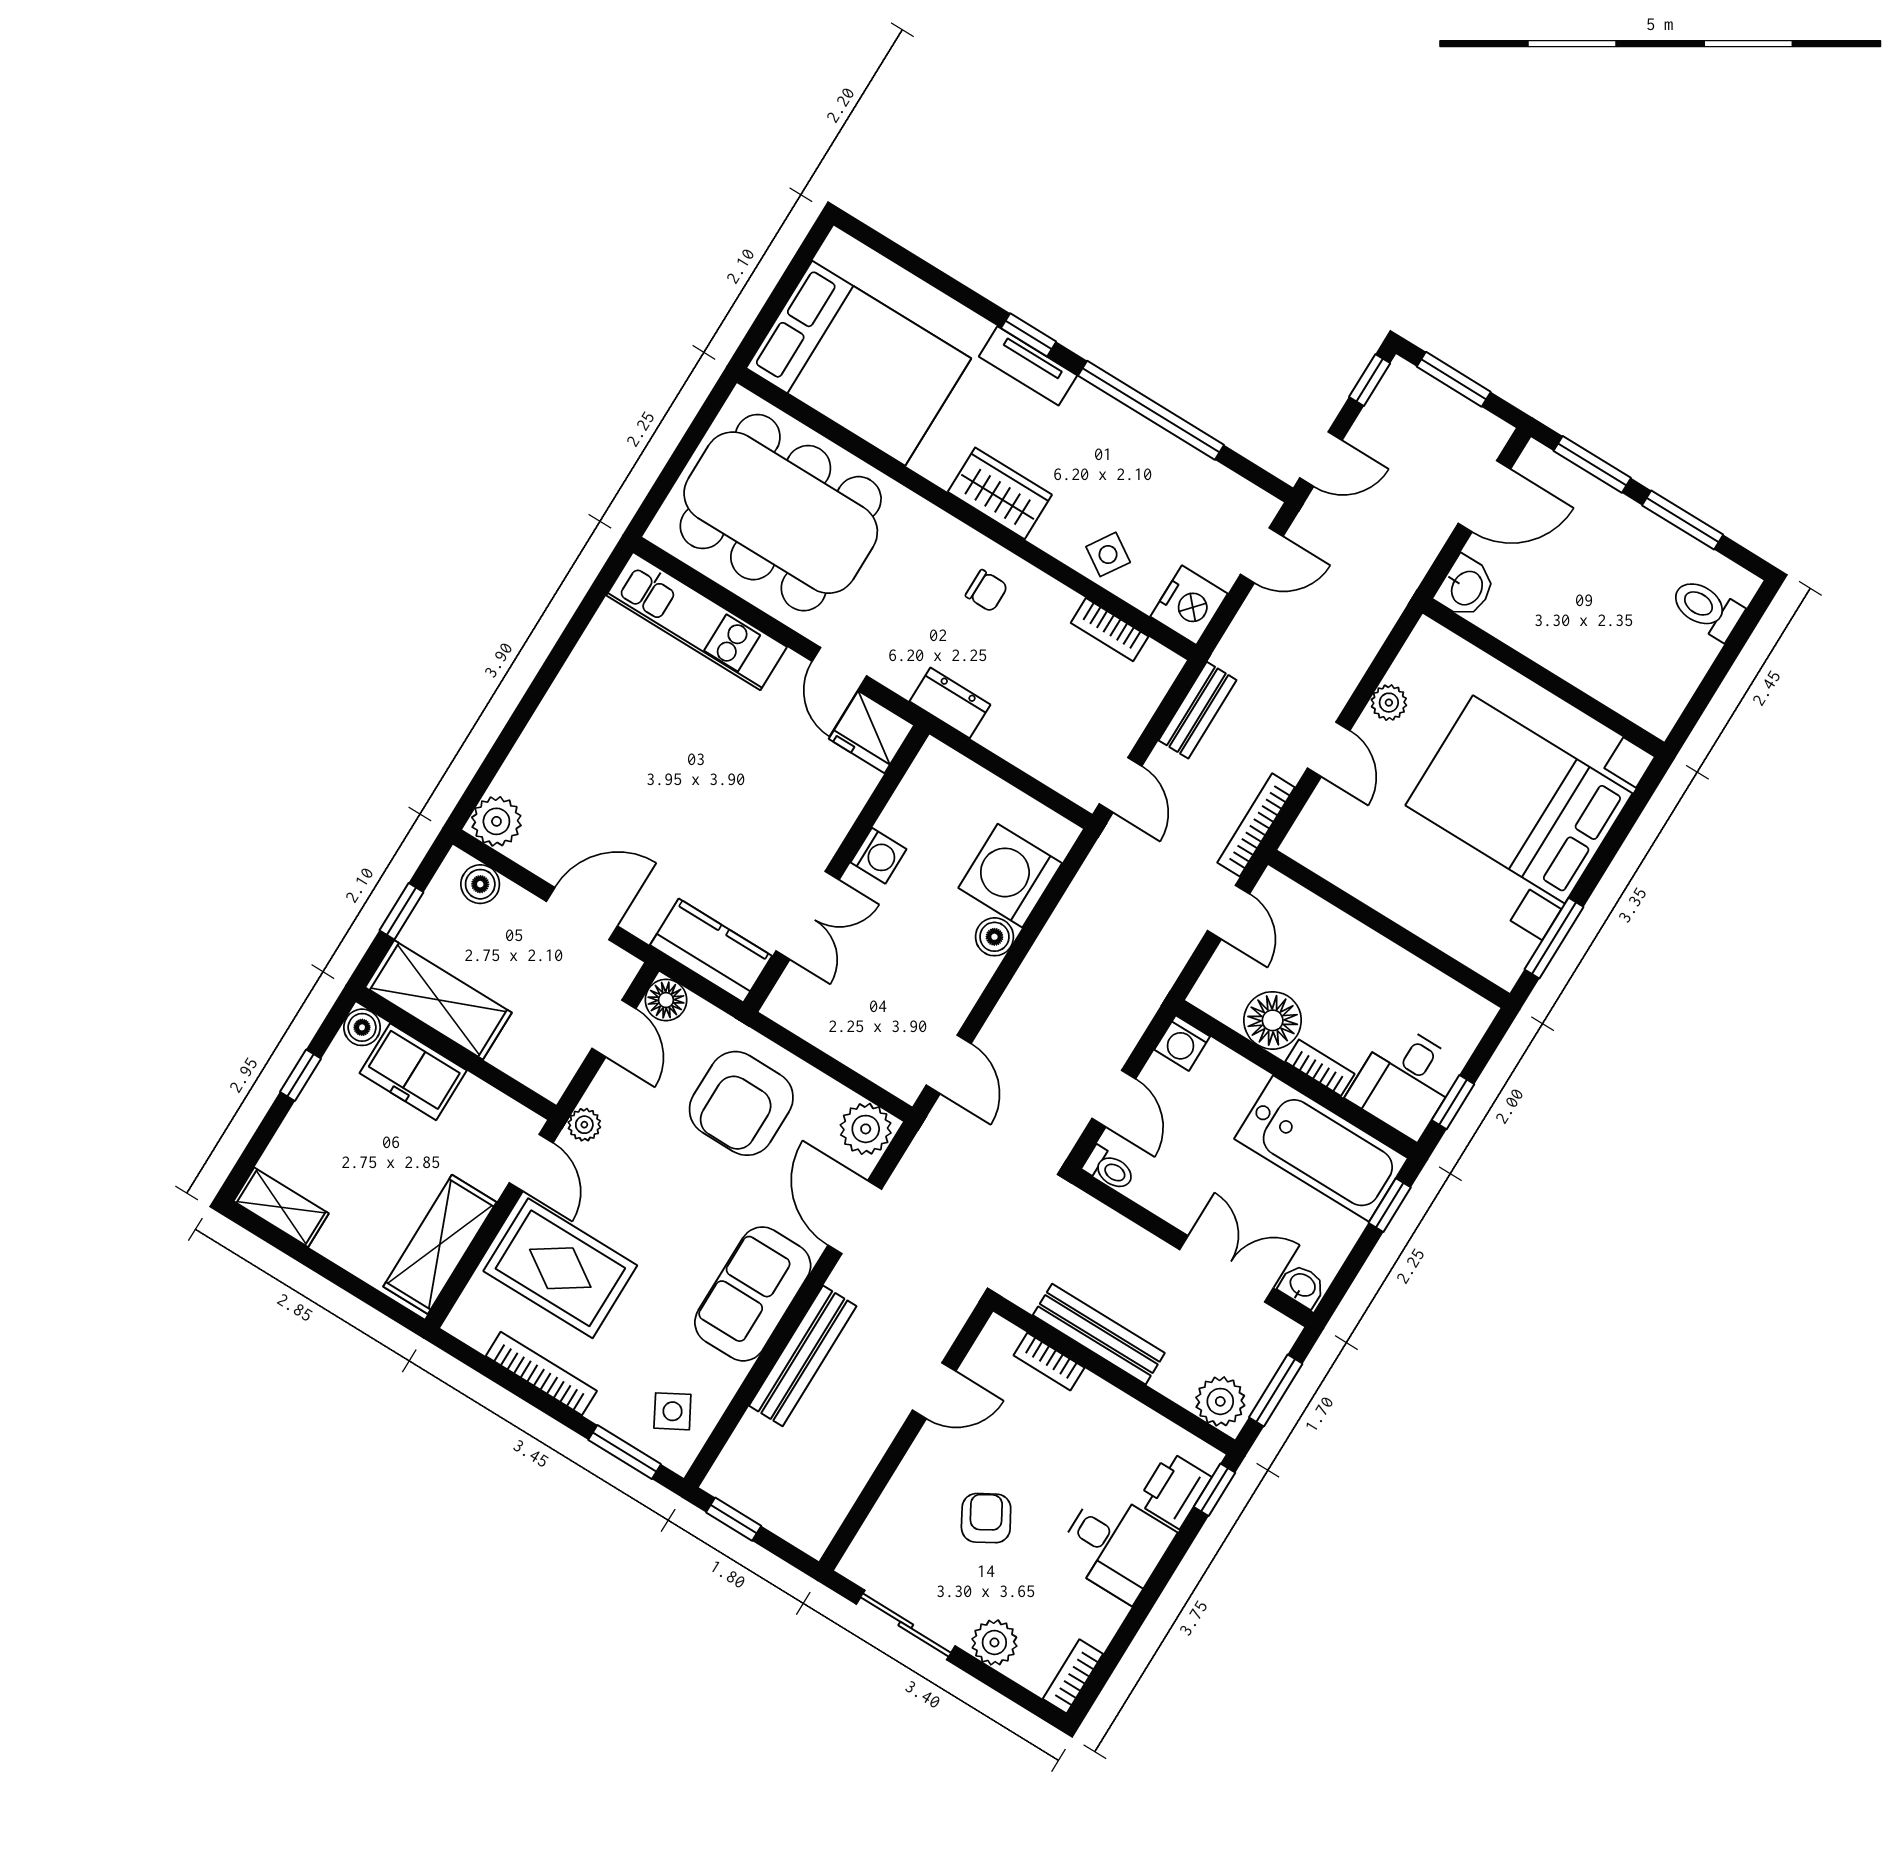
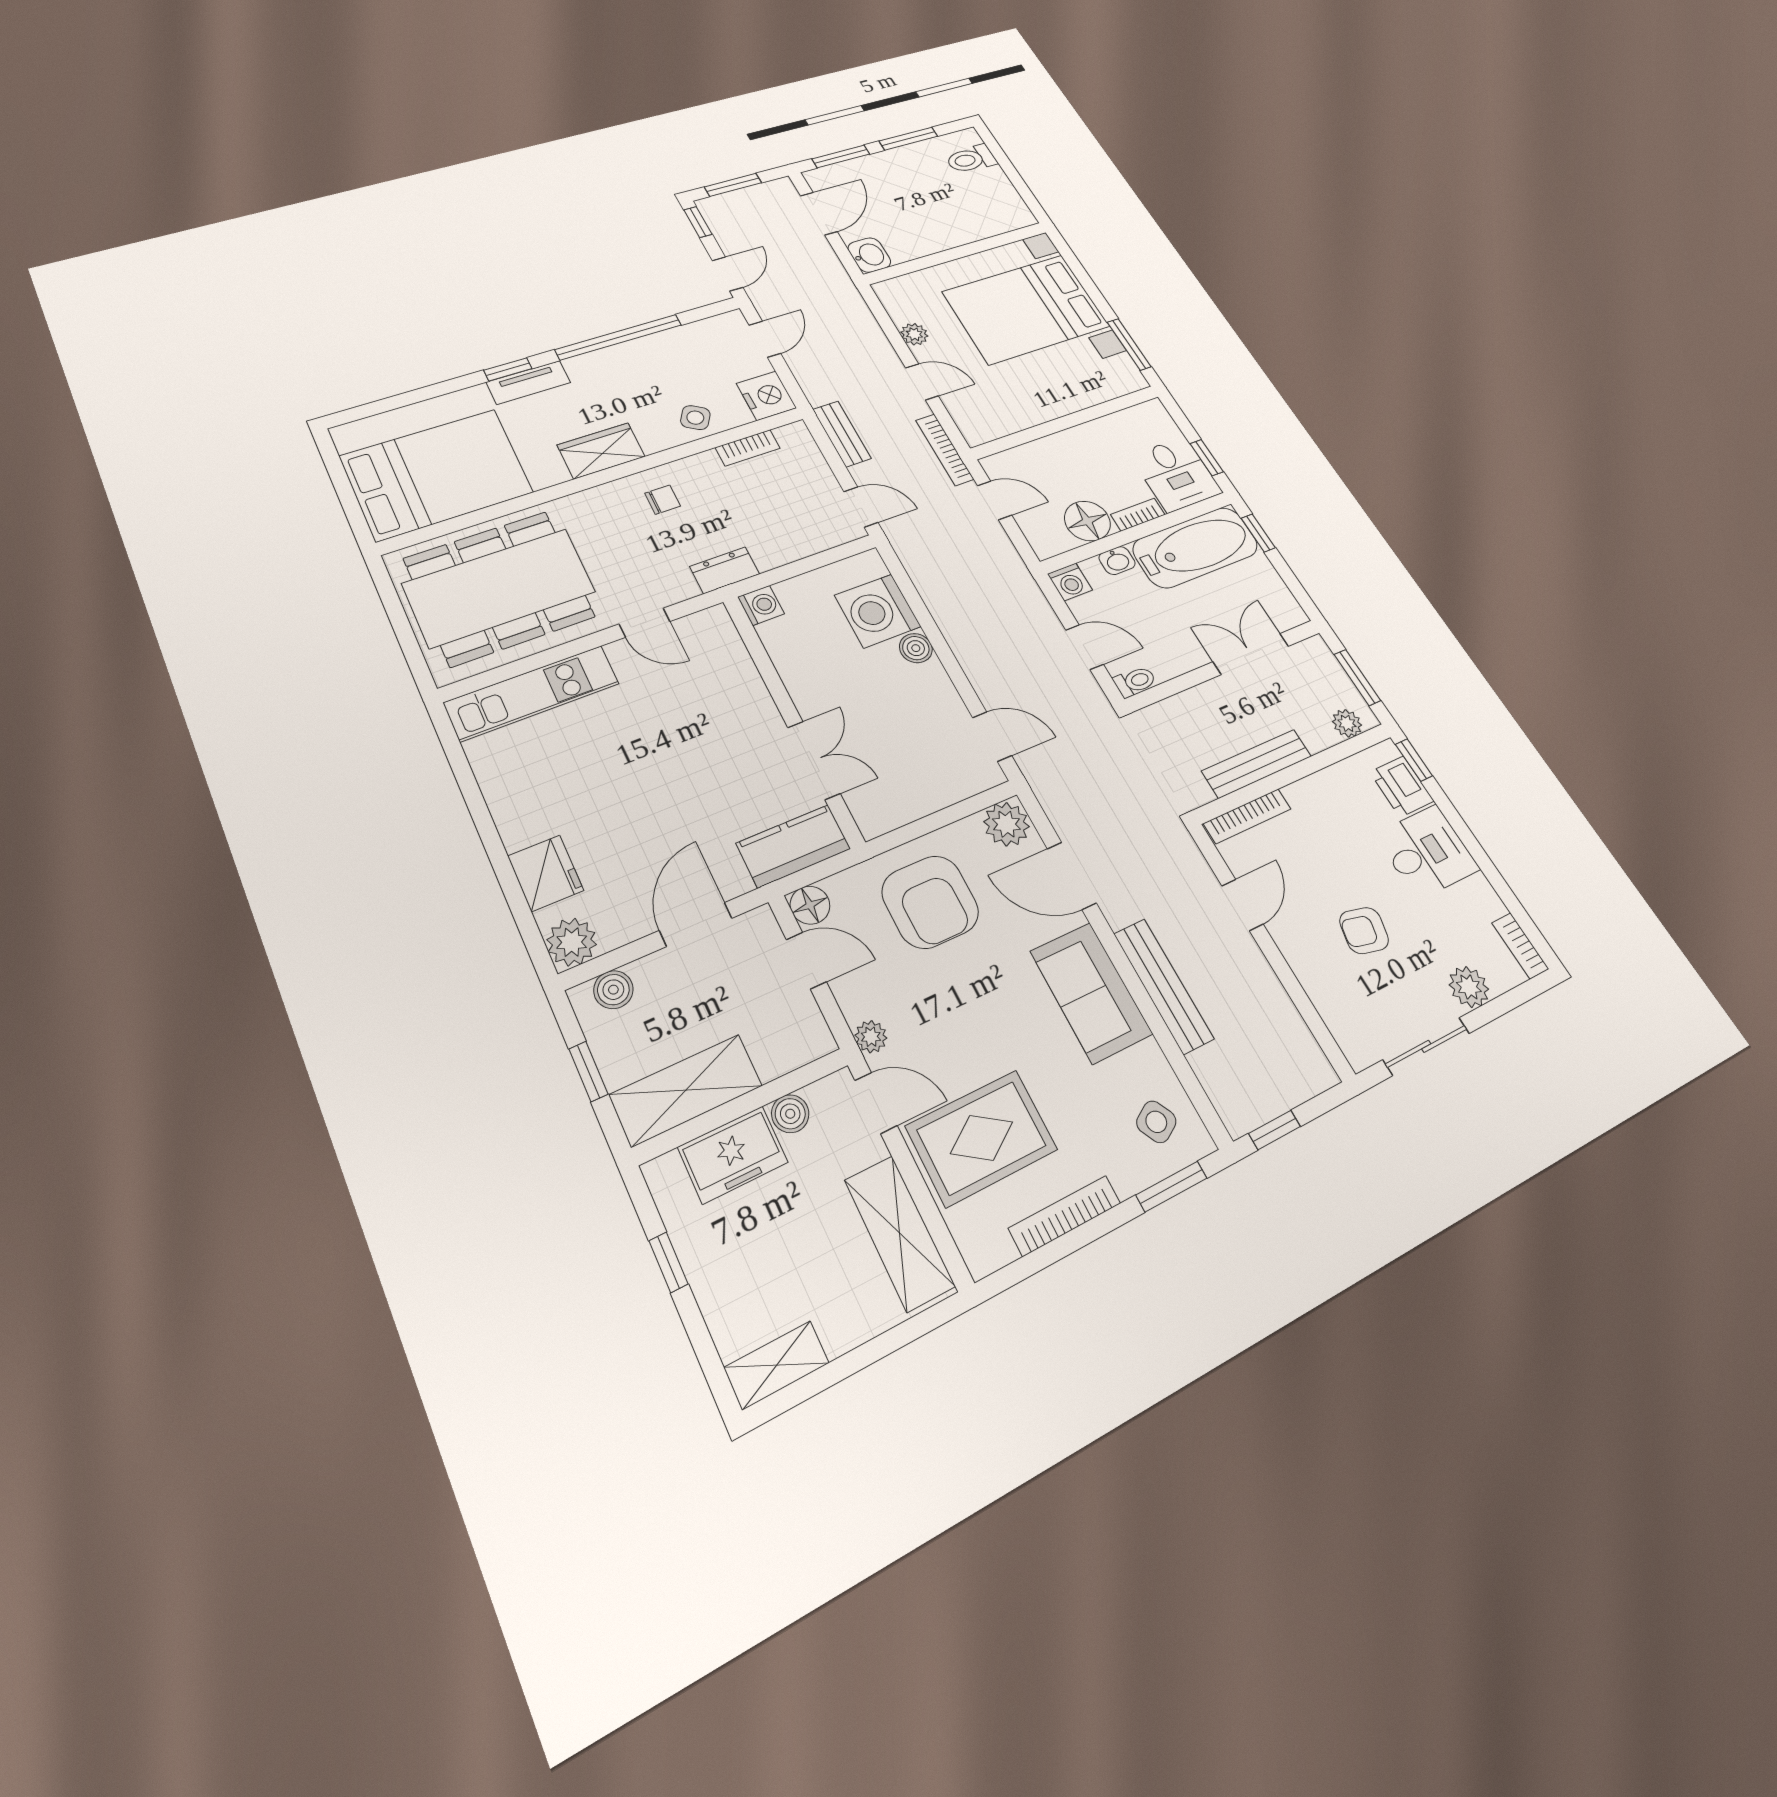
fridge: (871, 732) -> (546, 873), moved, turned -90
washing machine: (879, 856) -> (761, 605), moved
boiler: (362, 1027) -> (790, 1114), moved
washbasin: (1302, 1286) -> (1117, 561), moved, turned 180
bookcase: (1049, 1362) -> (1247, 816), width x1.56
plant: (1220, 1401) -> (1347, 723), width x0.73, depth x0.73
armchair: (986, 1518) -> (1364, 930), turned -47

